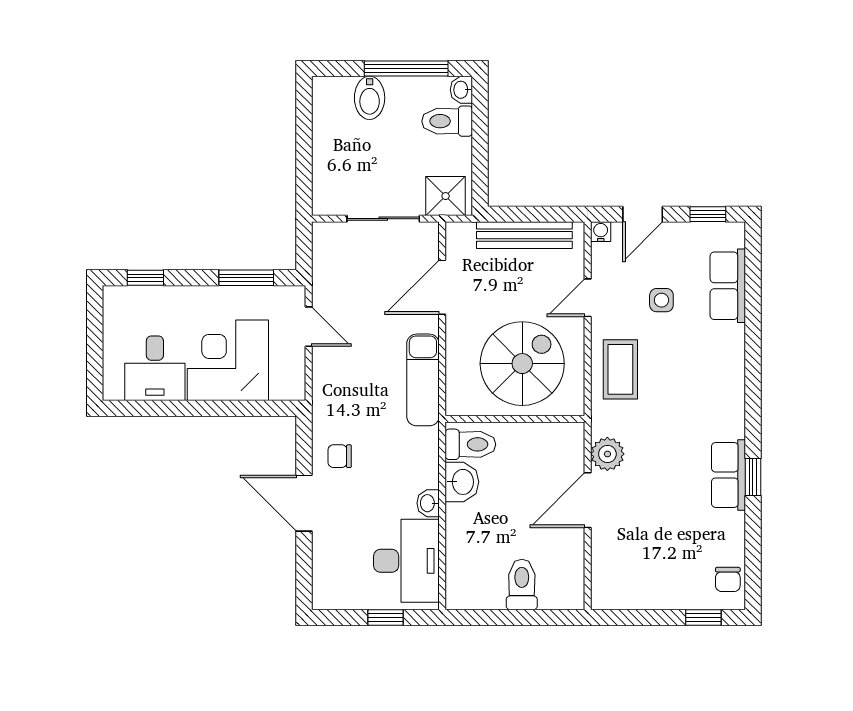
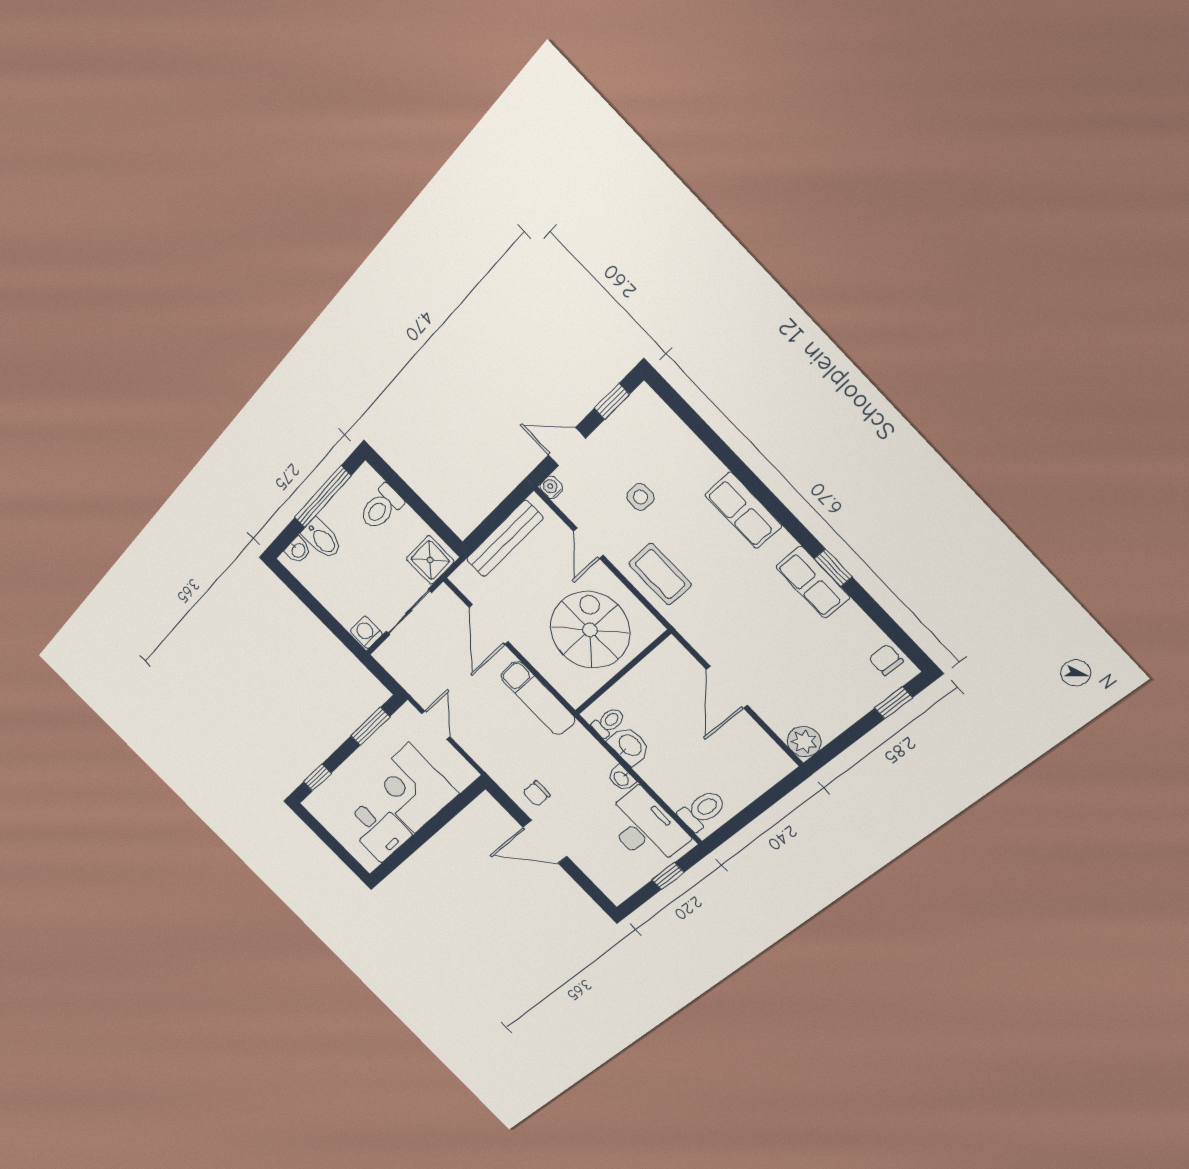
washbasin: (461, 90) -> (298, 550), moved, turned -90
washing machine: (328, 202) -> (366, 632), added
door: (643, 214) -> (567, 447), swing flipped
row of seats: (728, 286) -> (743, 510), moved
door: (309, 327) -> (436, 725), hinge flipped
toilet: (470, 444) -> (608, 722), width x0.73, depth x0.72
plant: (607, 454) -> (804, 742), moved
chair: (728, 579) -> (886, 660), turned 180
toilet: (522, 584) -> (702, 810), moved, turned 90

